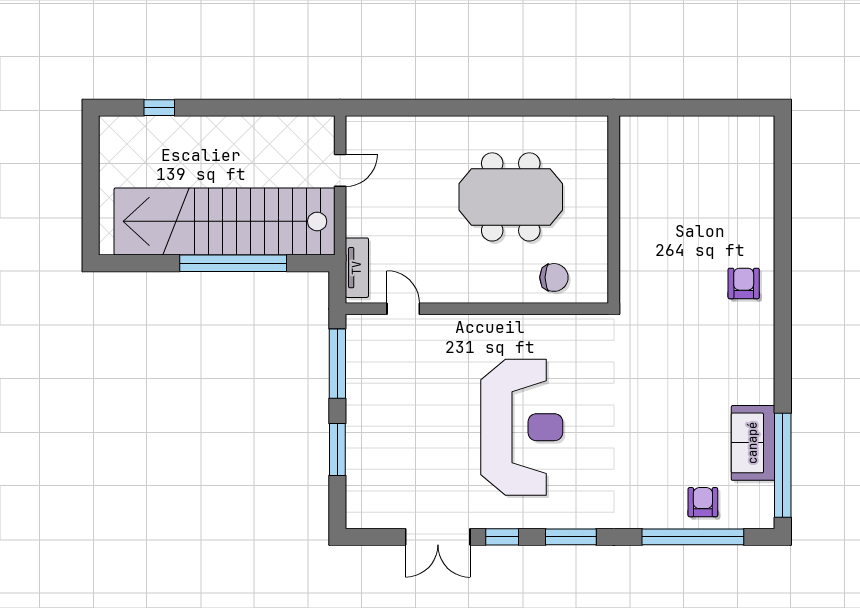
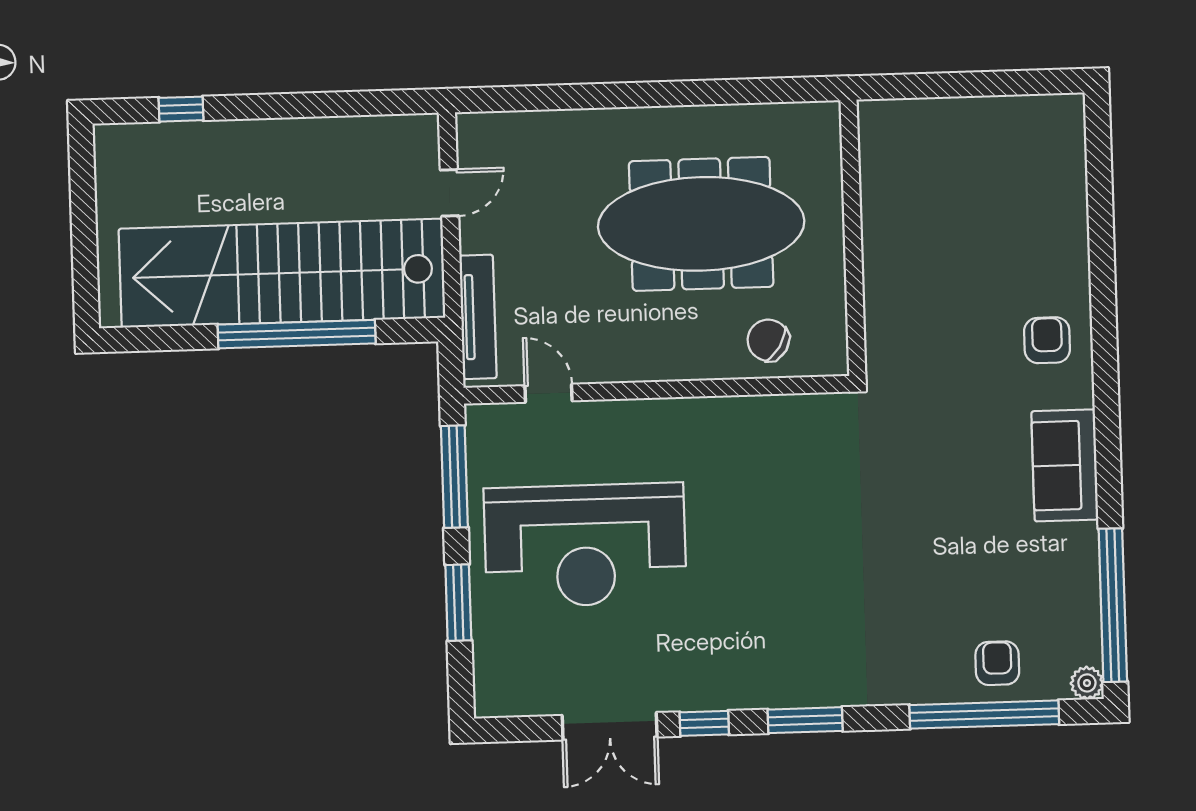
meeting table: (511, 197) -> (701, 224), width x1.36
tv unit: (357, 268) -> (478, 317), width x1.41
chair: (554, 277) -> (768, 340), turned -148
reception desk: (522, 427) -> (585, 545), moved, turned 90
sofa: (753, 443) -> (1065, 465), moved
plant: (763, 518) -> (1087, 683), added

